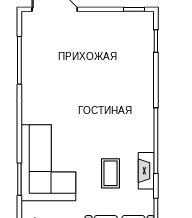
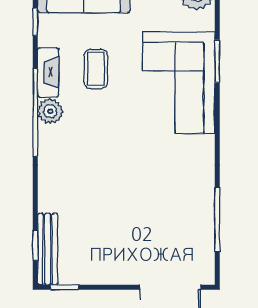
bench: (147, 38) -> (48, 249), added
plant: (145, 141) -> (50, 111), added

